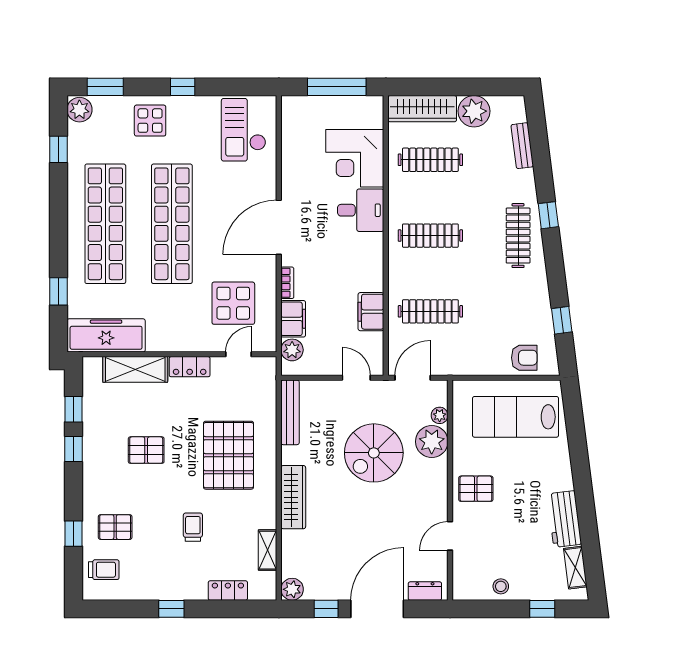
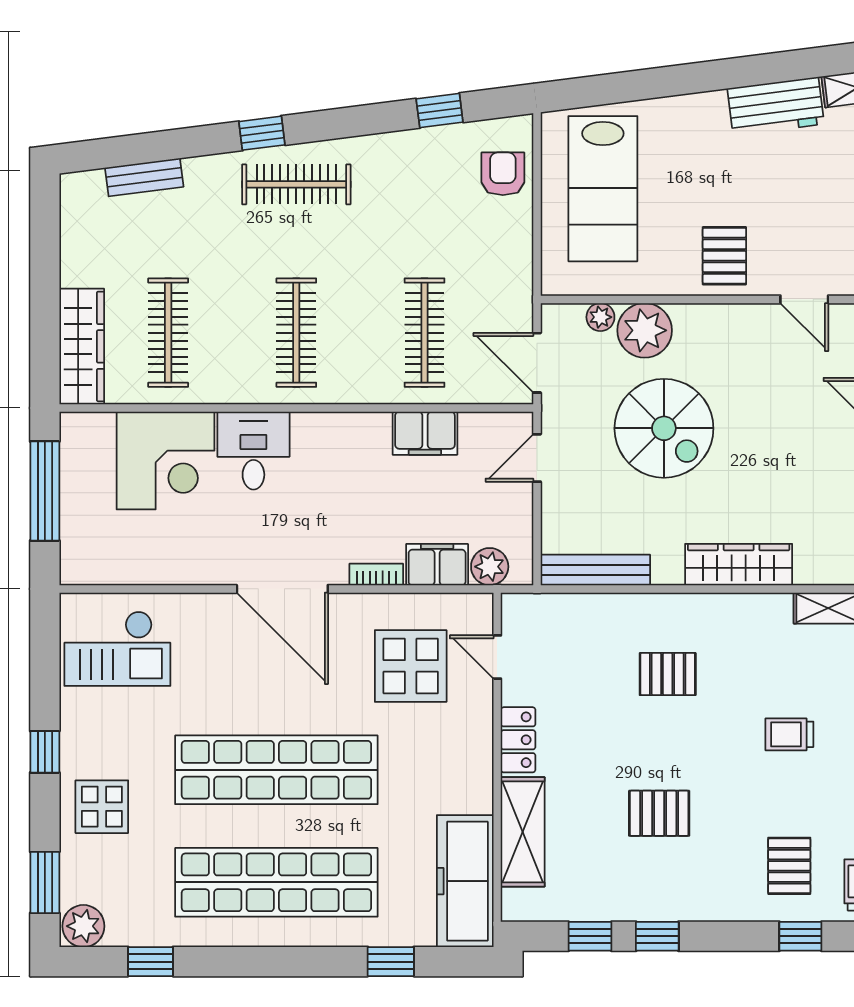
plant: (474, 111) -> (86, 259), removed
pallet: (146, 450) -> (659, 813), turned 90
pallet: (229, 455) -> (668, 674), width x0.49, depth x0.50

